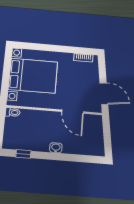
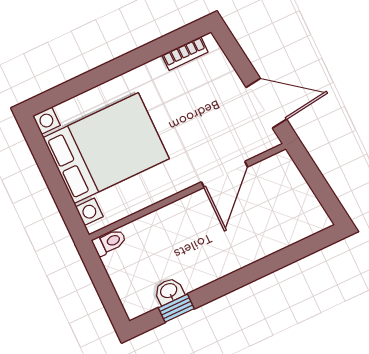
door: (73, 112) -> (224, 174), hinge flipped
washbasin: (56, 148) -> (169, 291), moved

